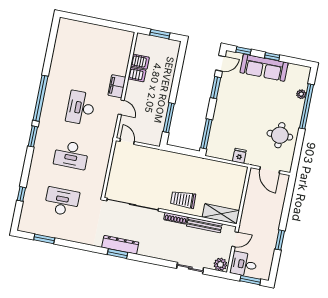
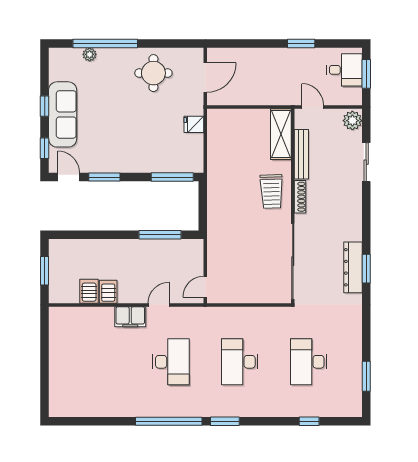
desk: (81, 108) -> (171, 362), turned -90
desk: (71, 155) -> (240, 362), turned 180
desk: (244, 264) -> (344, 70), moved, turned -90

